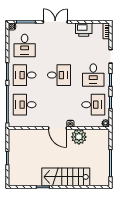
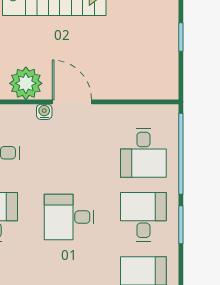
desk: (25, 75) -> (143, 217), turned -90
desk: (25, 105) -> (143, 153), turned 90

